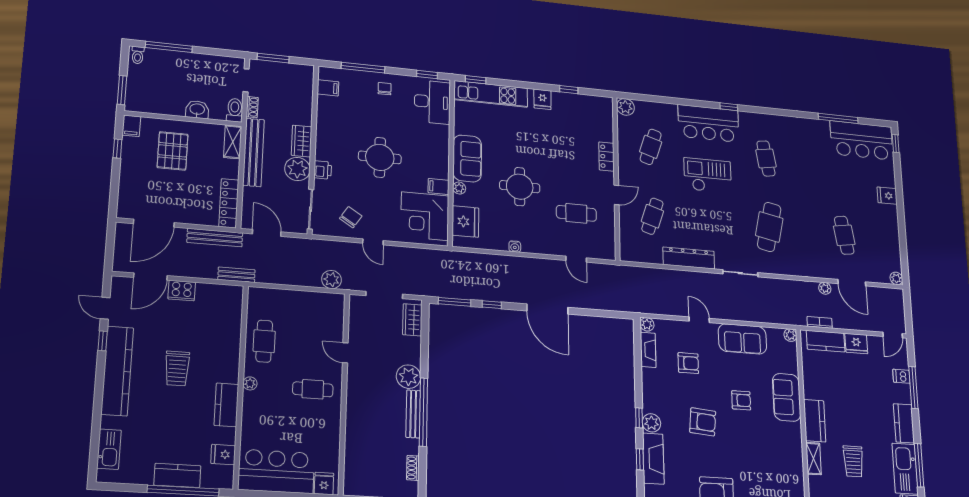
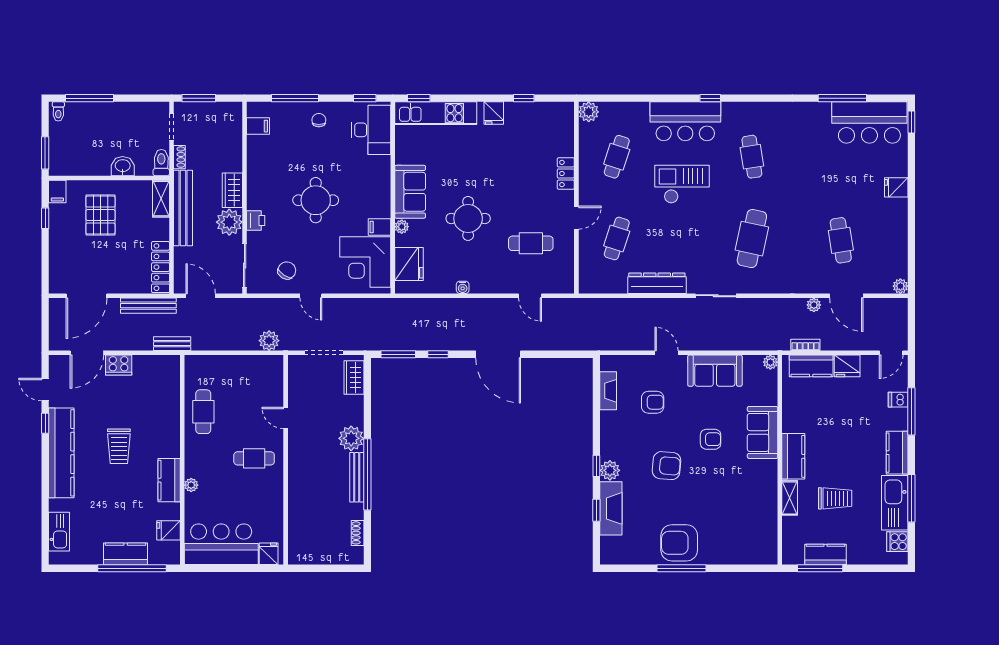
plant: (647, 324) -> (608, 363), removed
plant: (250, 383) -> (191, 485), moved
trolley: (853, 461) -> (835, 498), turned -90

